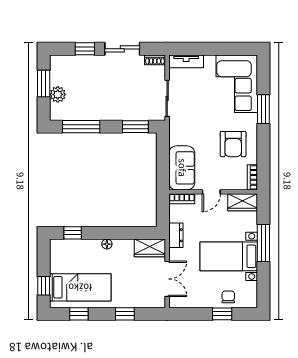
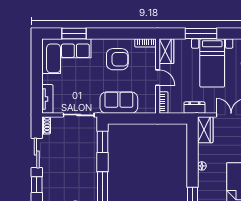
window: (263, 109) -> (74, 34), moved
sofa: (182, 168) -> (119, 103), moved

